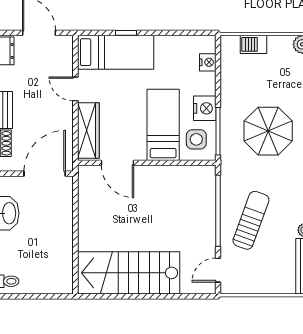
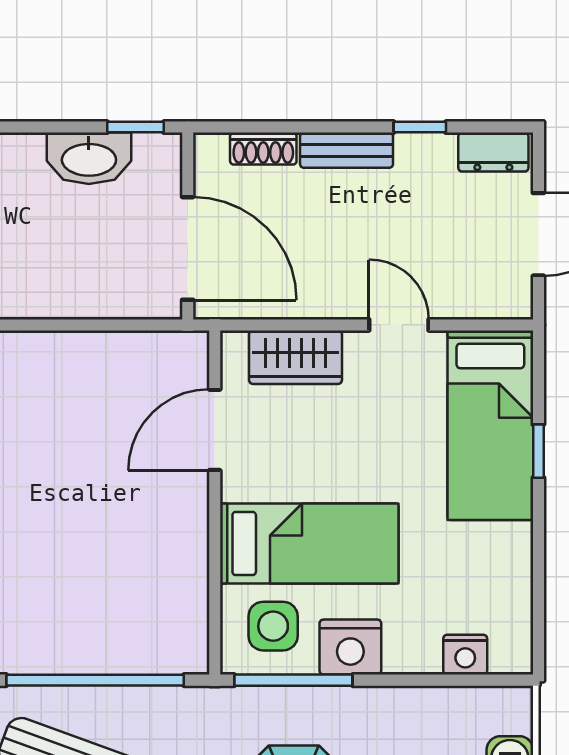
door: (75, 89) -> (399, 325), hinge flipped
wardrobe: (88, 130) -> (296, 357), width x0.67

